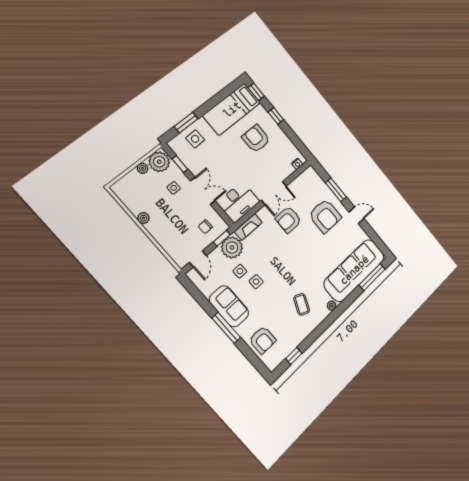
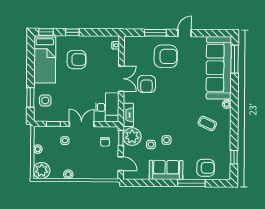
armchair: (256, 139) -> (77, 60), turned 180
plant: (159, 162) -> (42, 170), moved
window: (226, 328) -> (191, 183), moved

